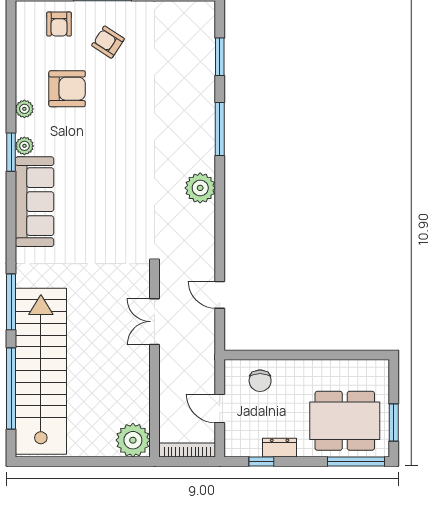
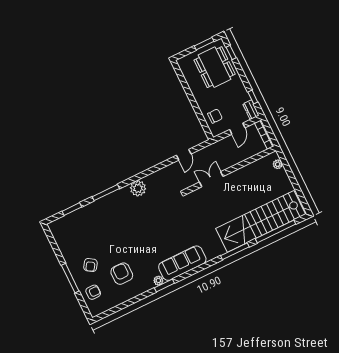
plant: (24, 109) -> (141, 289), removed
double door: (155, 322) -> (211, 179), swing flipped
plant: (133, 440) -> (278, 164), width x0.53, depth x0.53
dresser: (280, 448) -> (251, 110), moved
window: (356, 462) -> (231, 52), width x0.46

